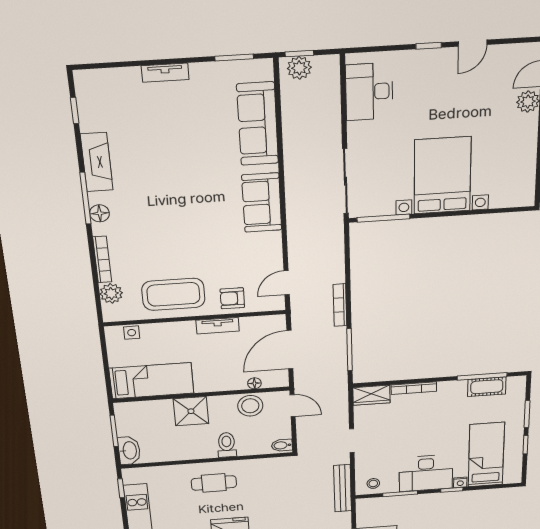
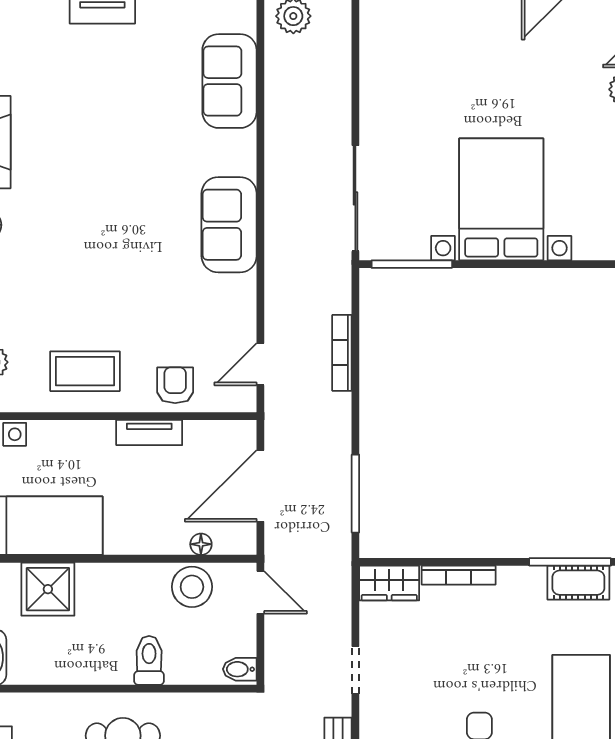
desk: (369, 92) -> (393, 59), removed
sofa: (258, 124) -> (229, 81), width x0.73
coffee table: (173, 294) -> (85, 371), width x0.73, depth x0.76
armchair: (232, 298) -> (175, 385), turned 90
bookcase: (340, 305) -> (342, 353), moved
shower: (191, 411) -> (48, 589), moved

